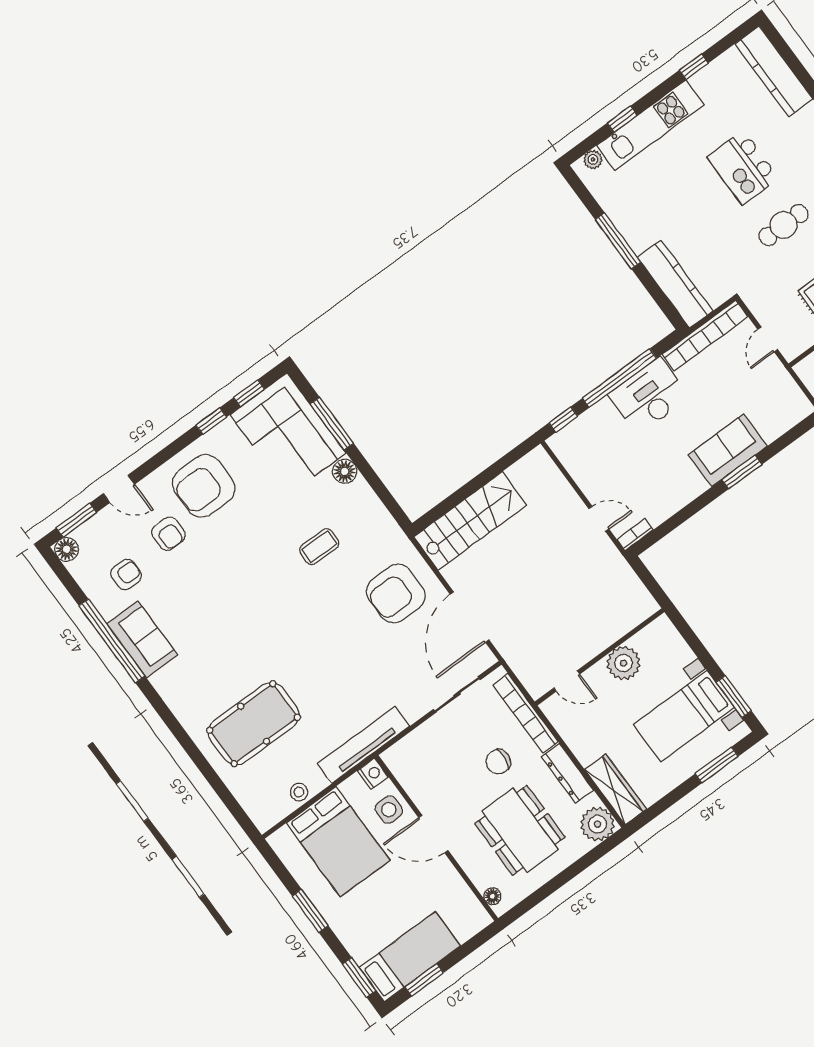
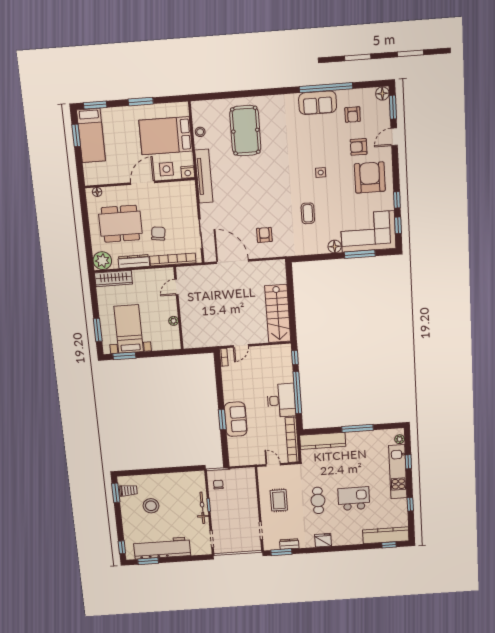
window: (788, 55) -> (389, 545), added
stairs: (470, 521) -> (278, 314), moved
side table: (244, 567) -> (321, 173), added
armchair: (396, 593) -> (264, 235), width x0.53, depth x0.53
plant: (624, 663) -> (174, 321), width x0.53, depth x0.53

